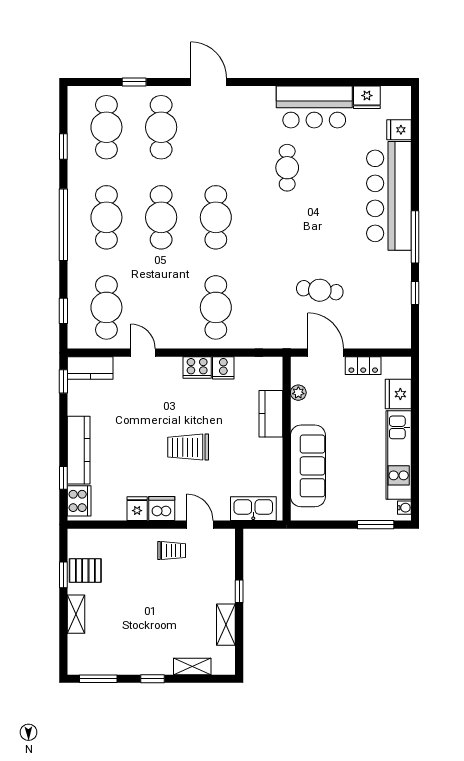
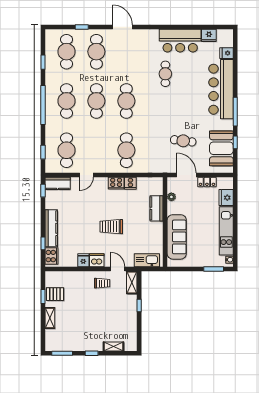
booth: (390, 304) -> (221, 148), added
door: (143, 353) -> (86, 175), swing flipped
shelving: (226, 625) -> (132, 283), moved

